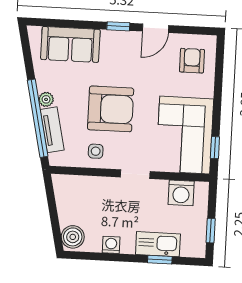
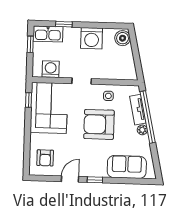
kitchen sink: (158, 244) -> (48, 34), moved
washing machine: (111, 245) -> (92, 38), width x1.89, depth x1.89

